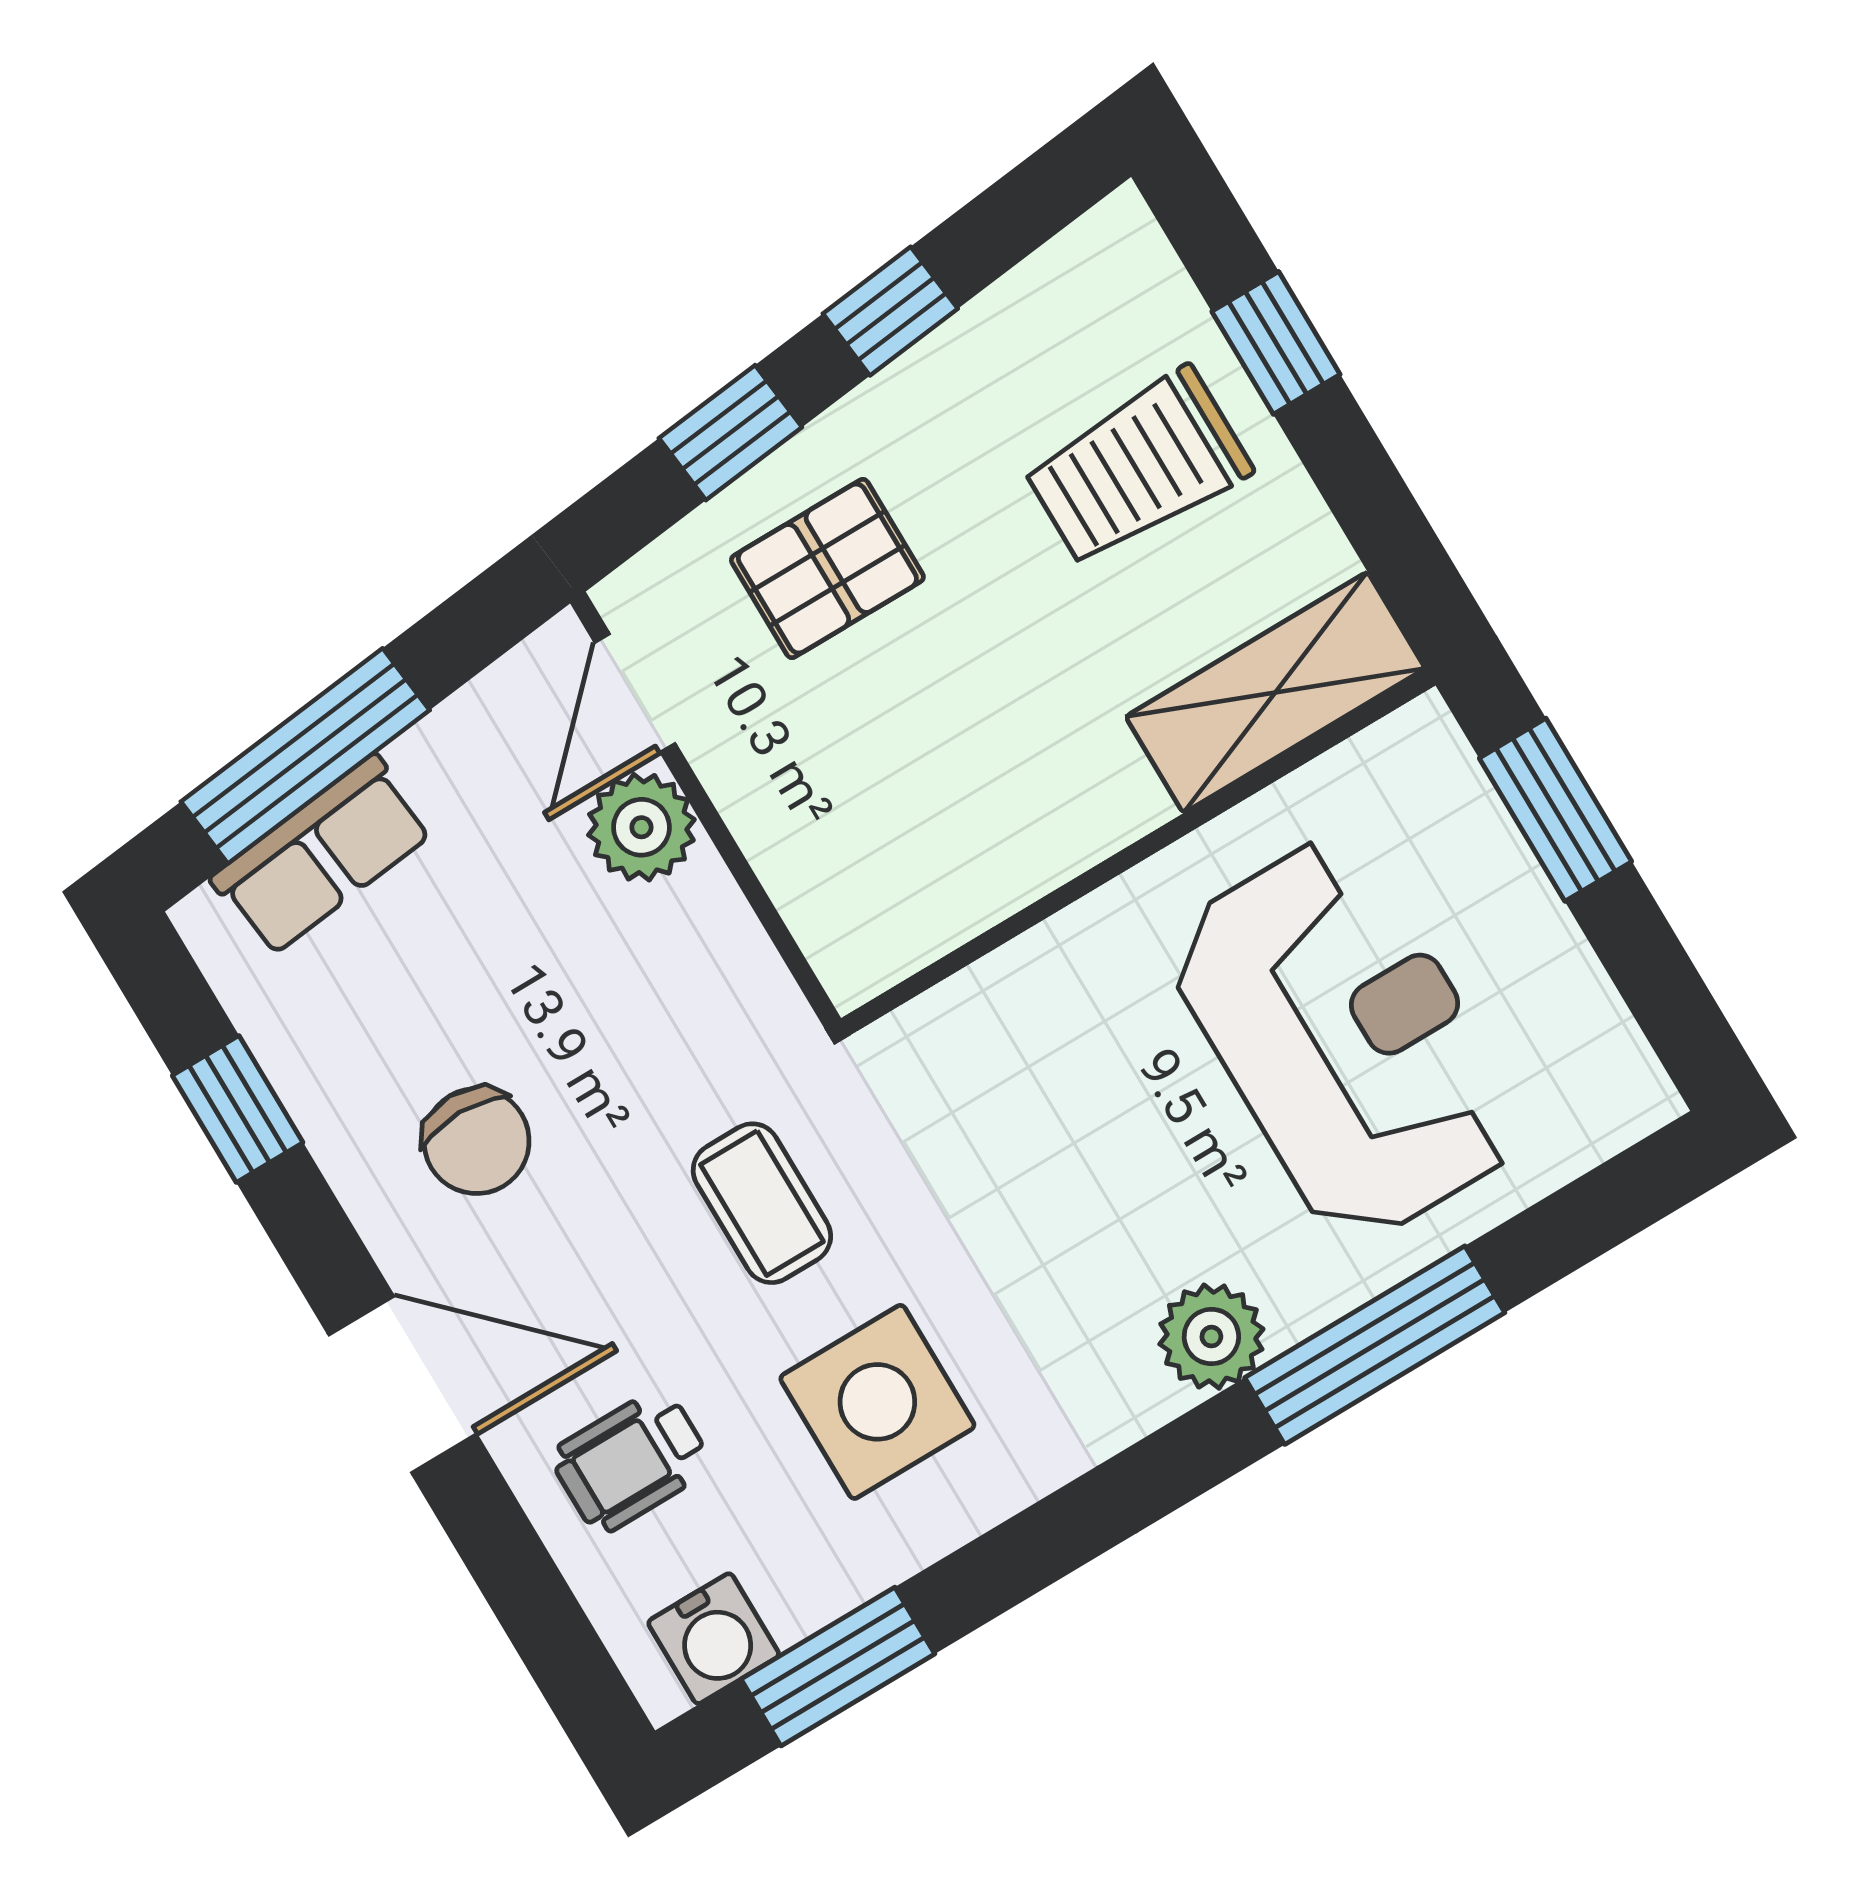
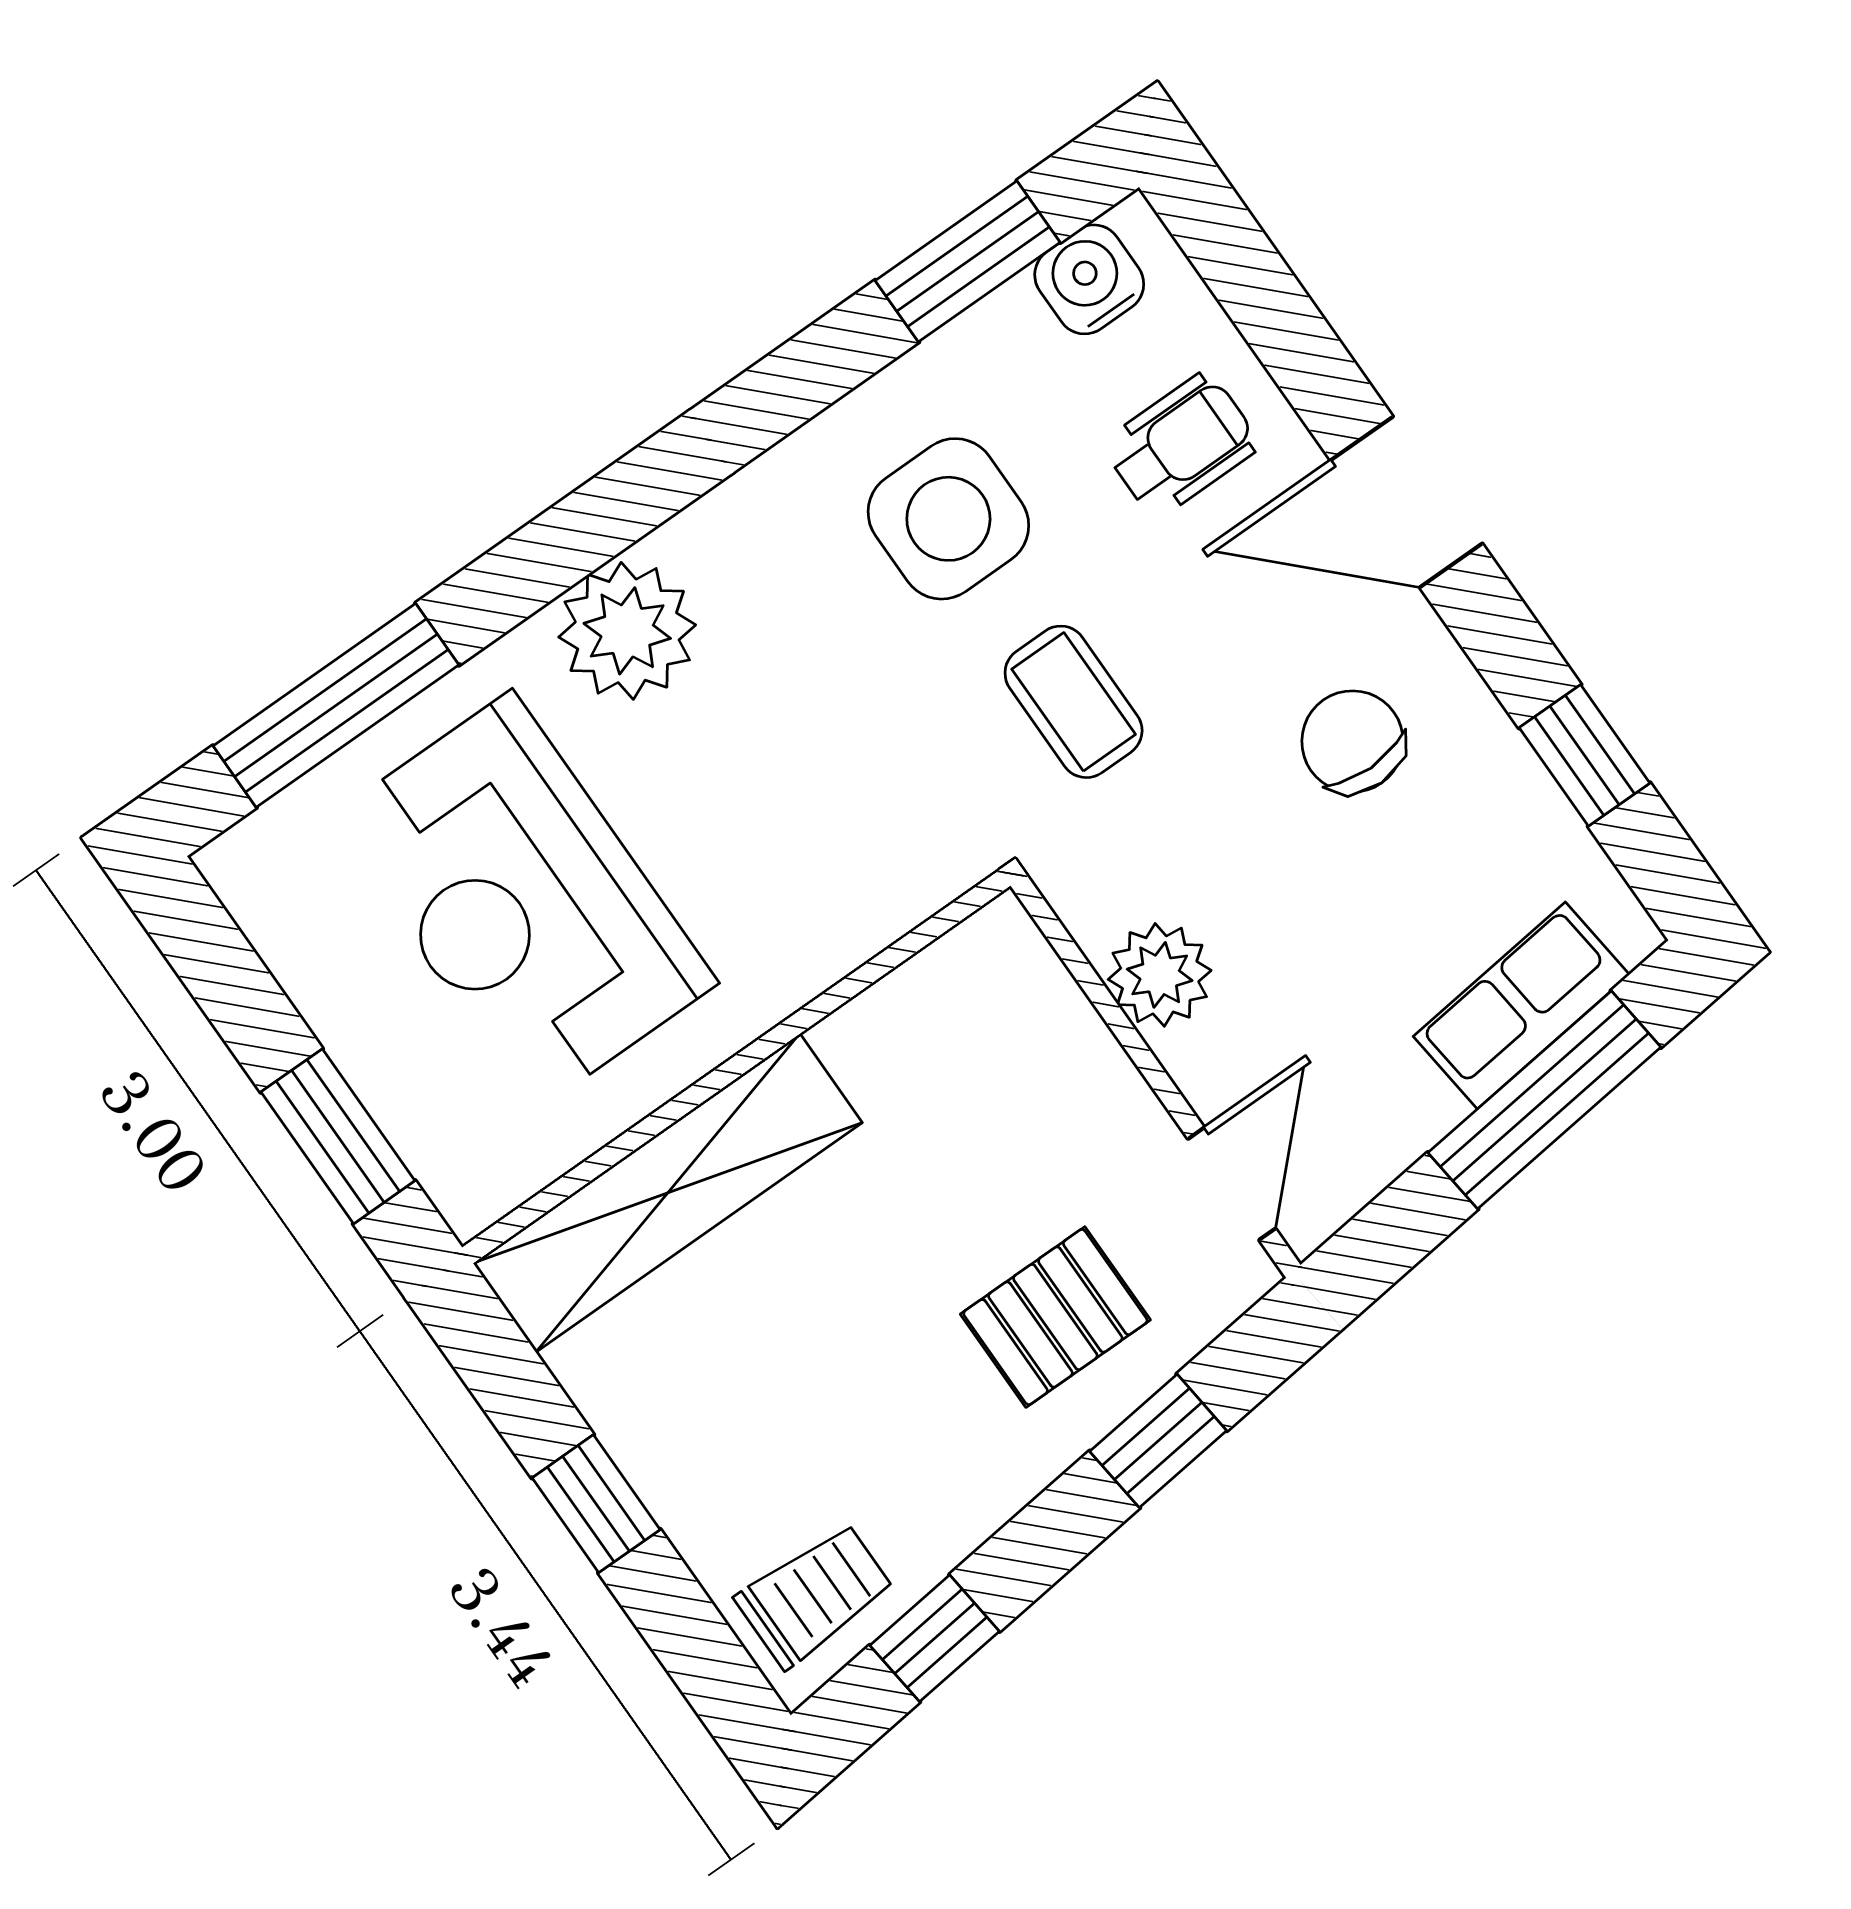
window: (890, 311) -> (935, 1638), moved
window: (1276, 343) -> (596, 1504), moved
trolley: (1138, 468) -> (815, 1595), moved, width x0.73, depth x0.72
shelving: (1275, 693) -> (668, 1193), width x1.47
plant: (641, 827) -> (1160, 975), moved
plant: (1211, 1337) -> (627, 631), width x1.36, depth x1.36
window: (1375, 1345) -> (336, 705), moved

